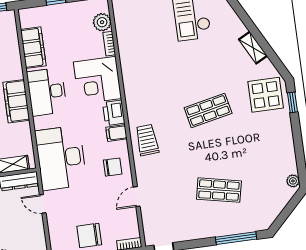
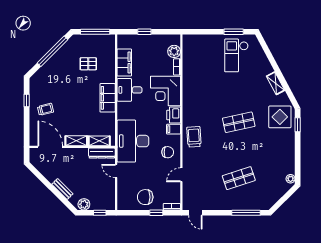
desk: (47, 92) -> (129, 90), width x0.73
shop shelf: (219, 190) -> (239, 178), turned -30

